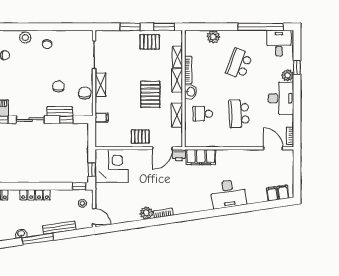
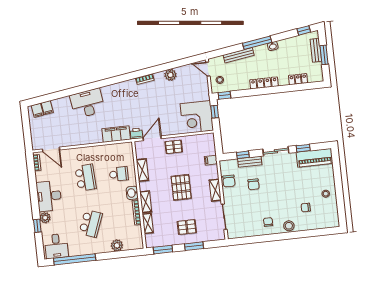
pallet: (150, 42) -> (187, 227), moved
pallet: (150, 94) -> (181, 187), moved
plant: (146, 213) -> (170, 75), moved

